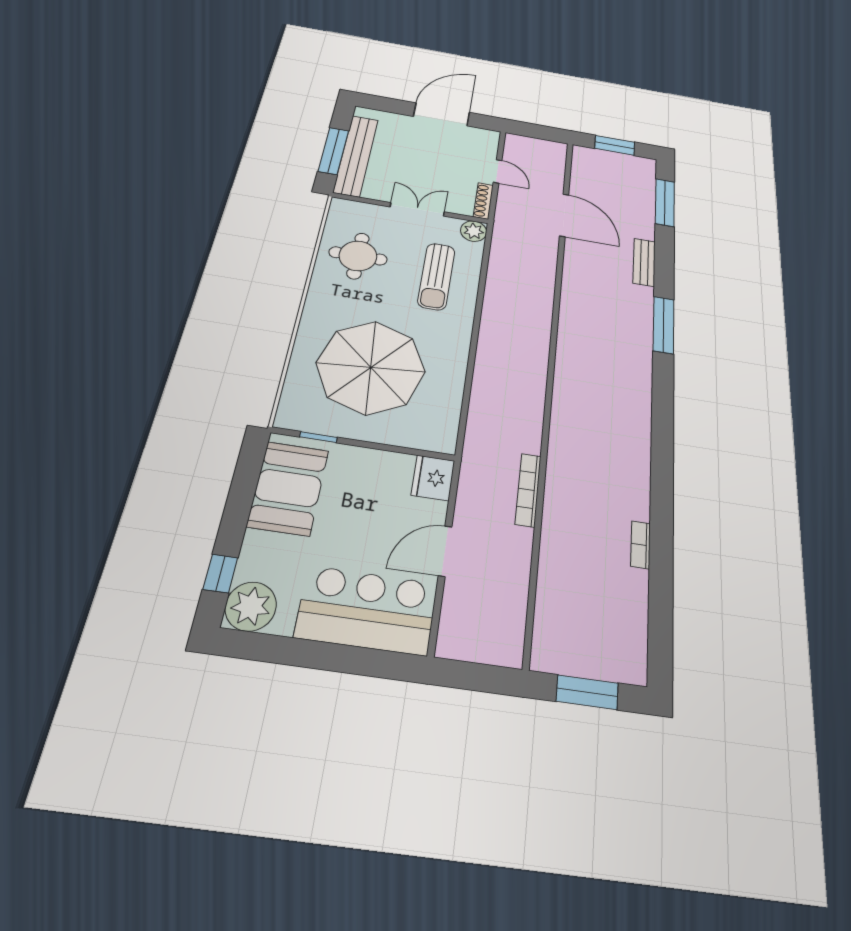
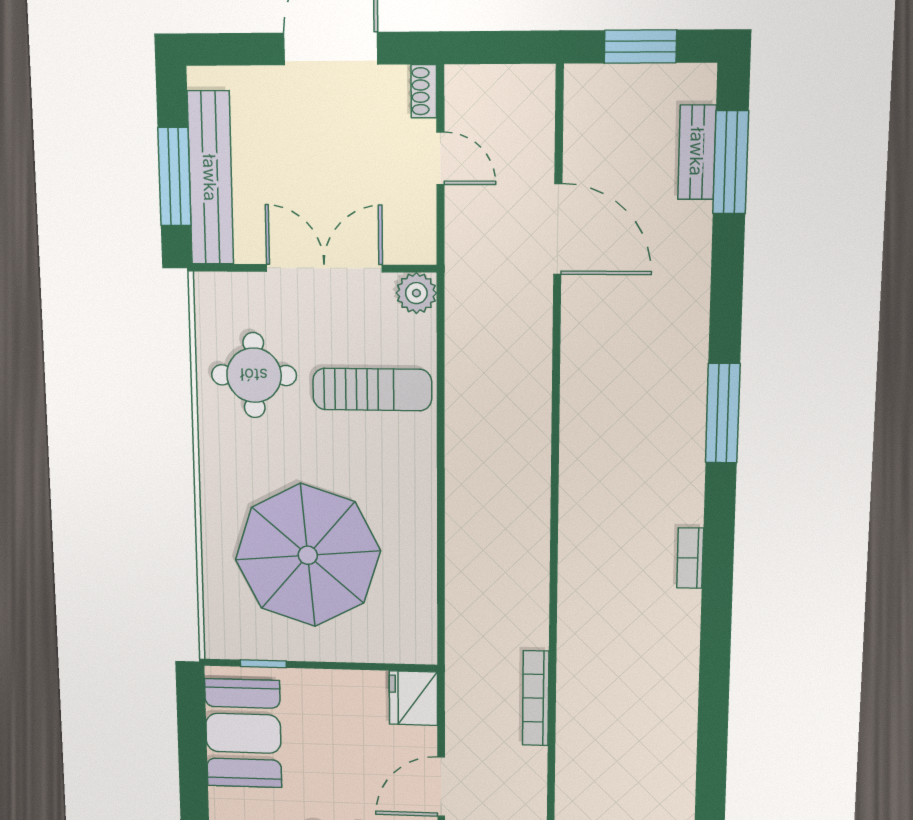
shoe rack: (483, 201) -> (424, 91), moved, width x0.70
double door: (417, 209) -> (324, 268), width x1.37
bench: (644, 262) -> (697, 152), moved
sun lounger: (436, 276) -> (372, 389), turned -90
bookcase: (641, 545) -> (690, 558), moved

